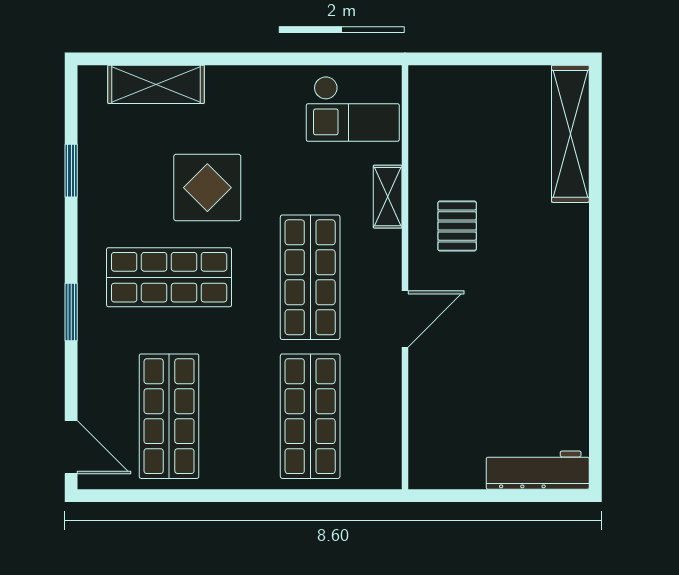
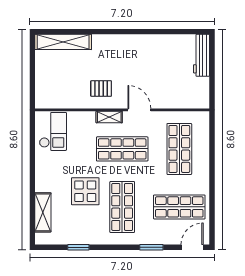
shelving: (388, 197) -> (109, 117), moved
window: (71, 312) -> (151, 247), moved
shop shelf: (310, 416) -> (179, 149), turned 90

